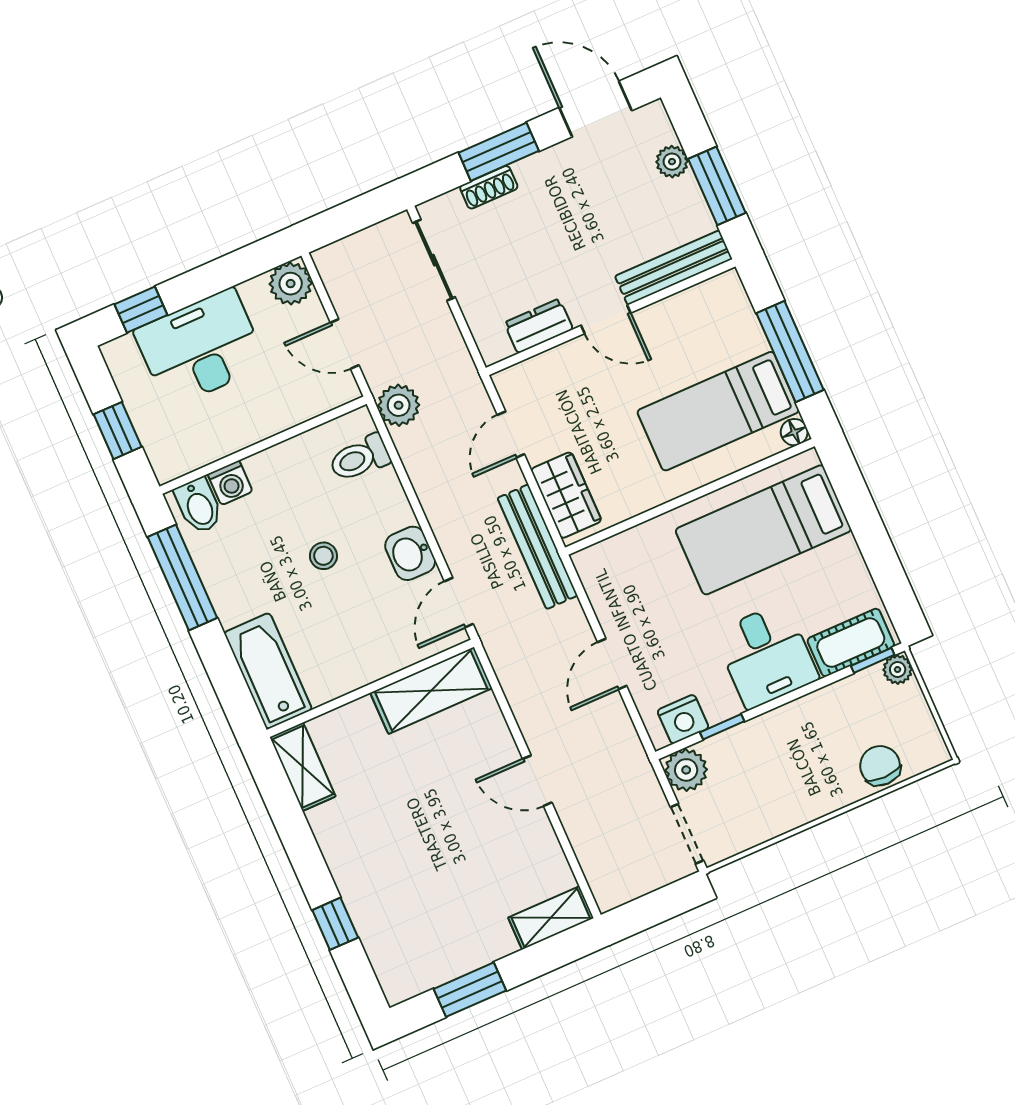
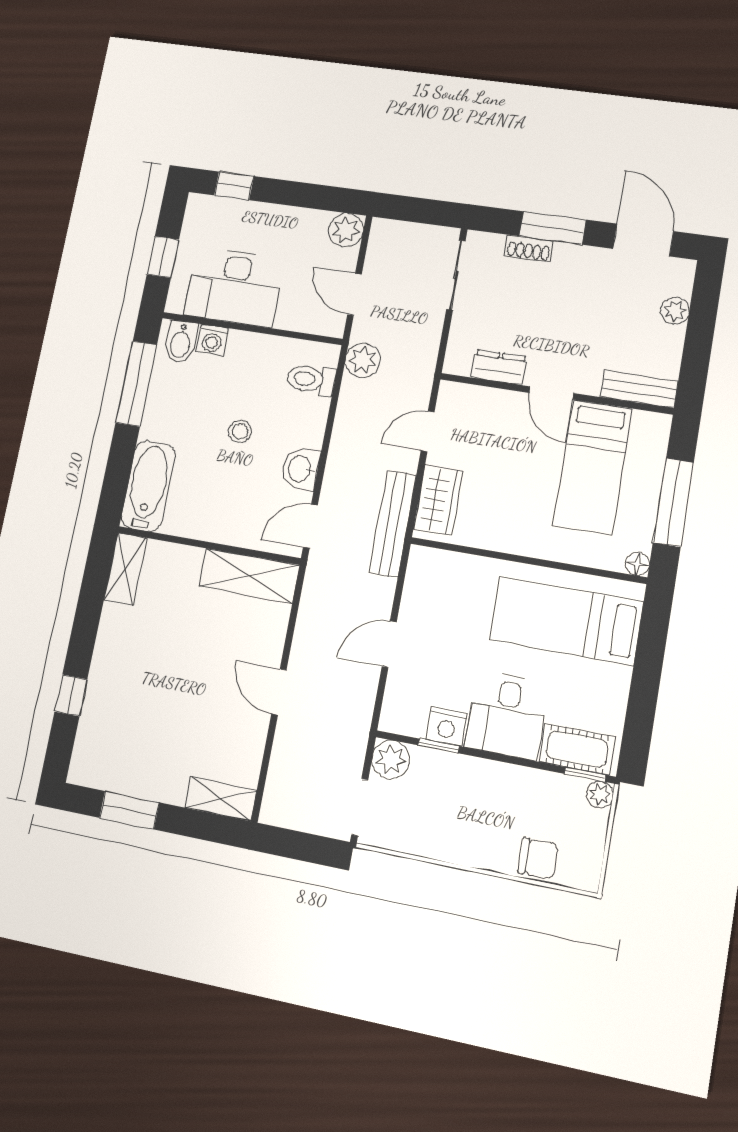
window: (717, 186) -> (697, 348), removed
bench: (674, 268) -> (639, 389), width x0.73
desk: (200, 348) -> (234, 287), moved, turned 180
bed: (718, 411) -> (593, 467), moved, turned -90
nightstand: (683, 719) -> (447, 727), moved
chair: (880, 766) -> (538, 858), turned 90

